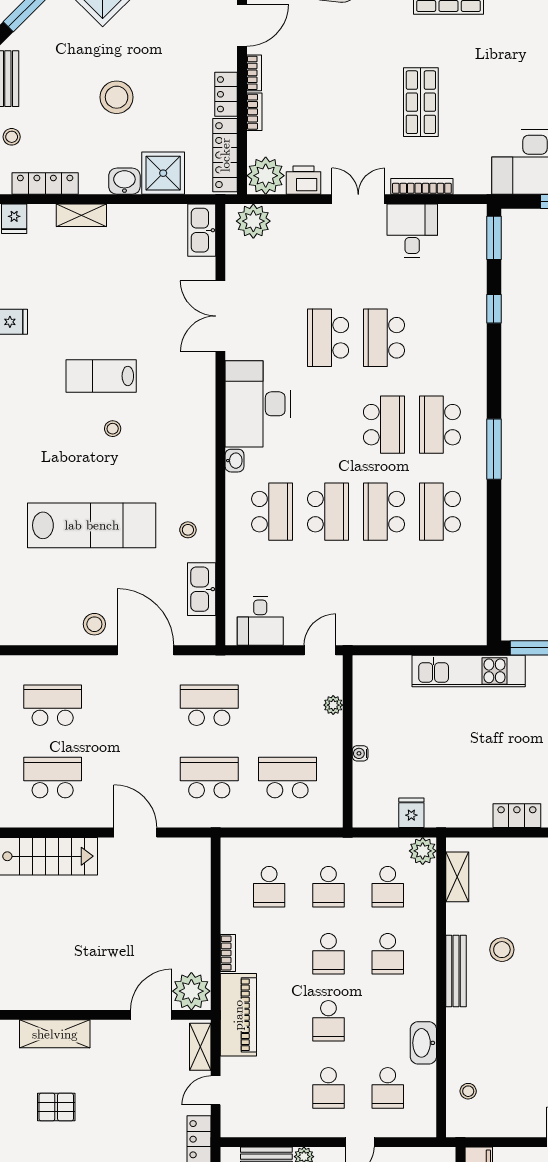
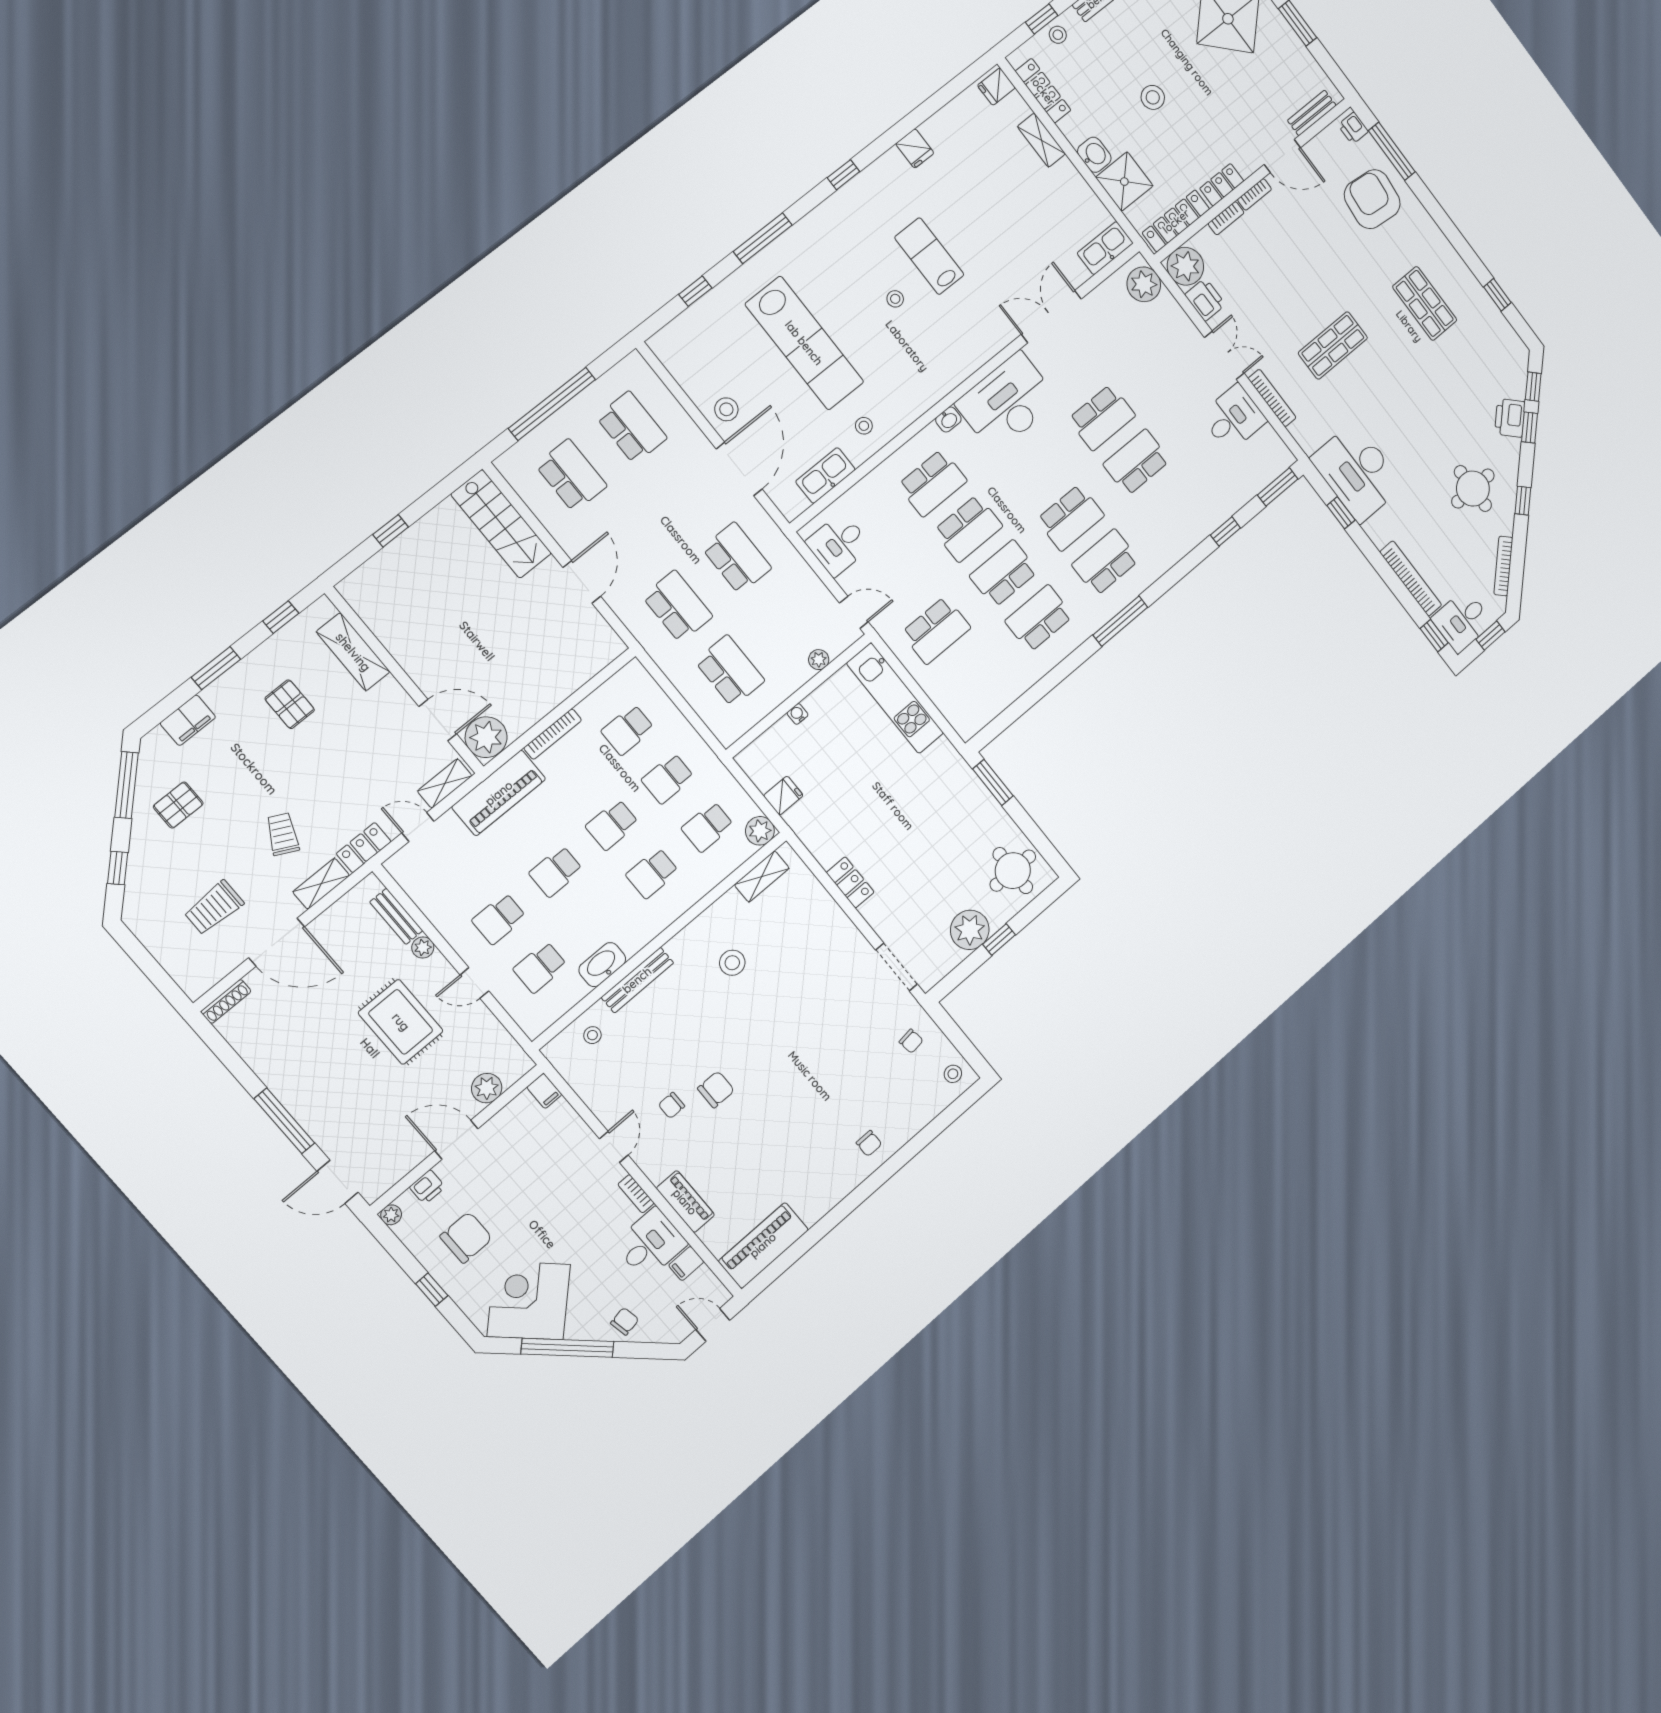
stool: (117, 97) -> (1153, 97), width x0.73, depth x0.73
school desk: (328, 338) -> (1102, 417), turned 180
school desk: (384, 599) -> (936, 630), added
kitchen unit: (469, 671) -> (895, 698), moved
bookcase: (228, 953) -> (553, 734), width x1.56
bench: (456, 971) -> (637, 980), moved

